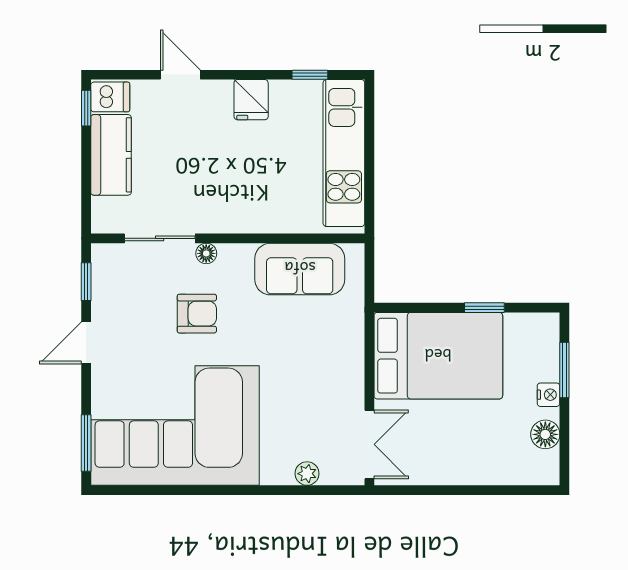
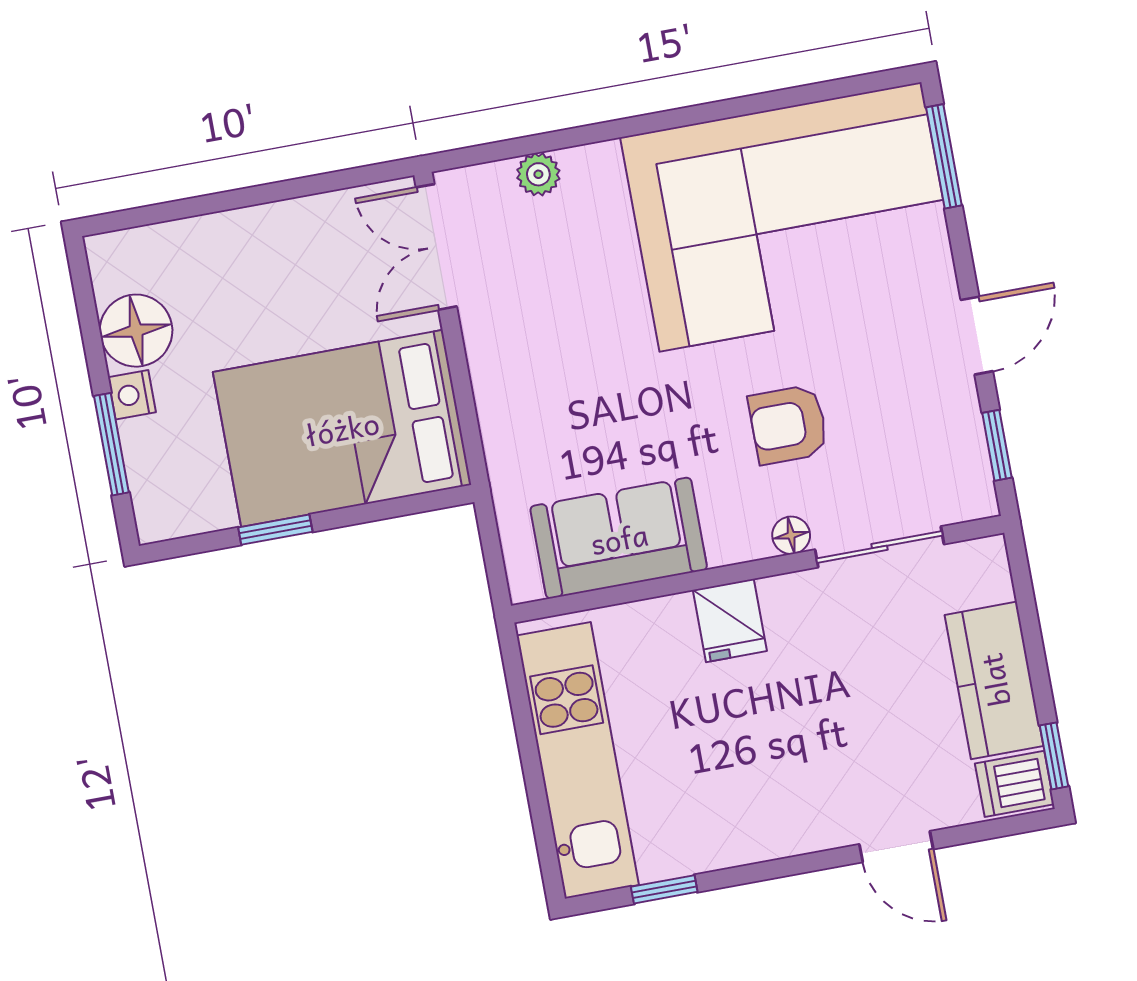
fridge: (251, 100) -> (730, 621), moved, turned 180
floor lamp: (545, 434) -> (136, 331), width x1.38, depth x1.38

